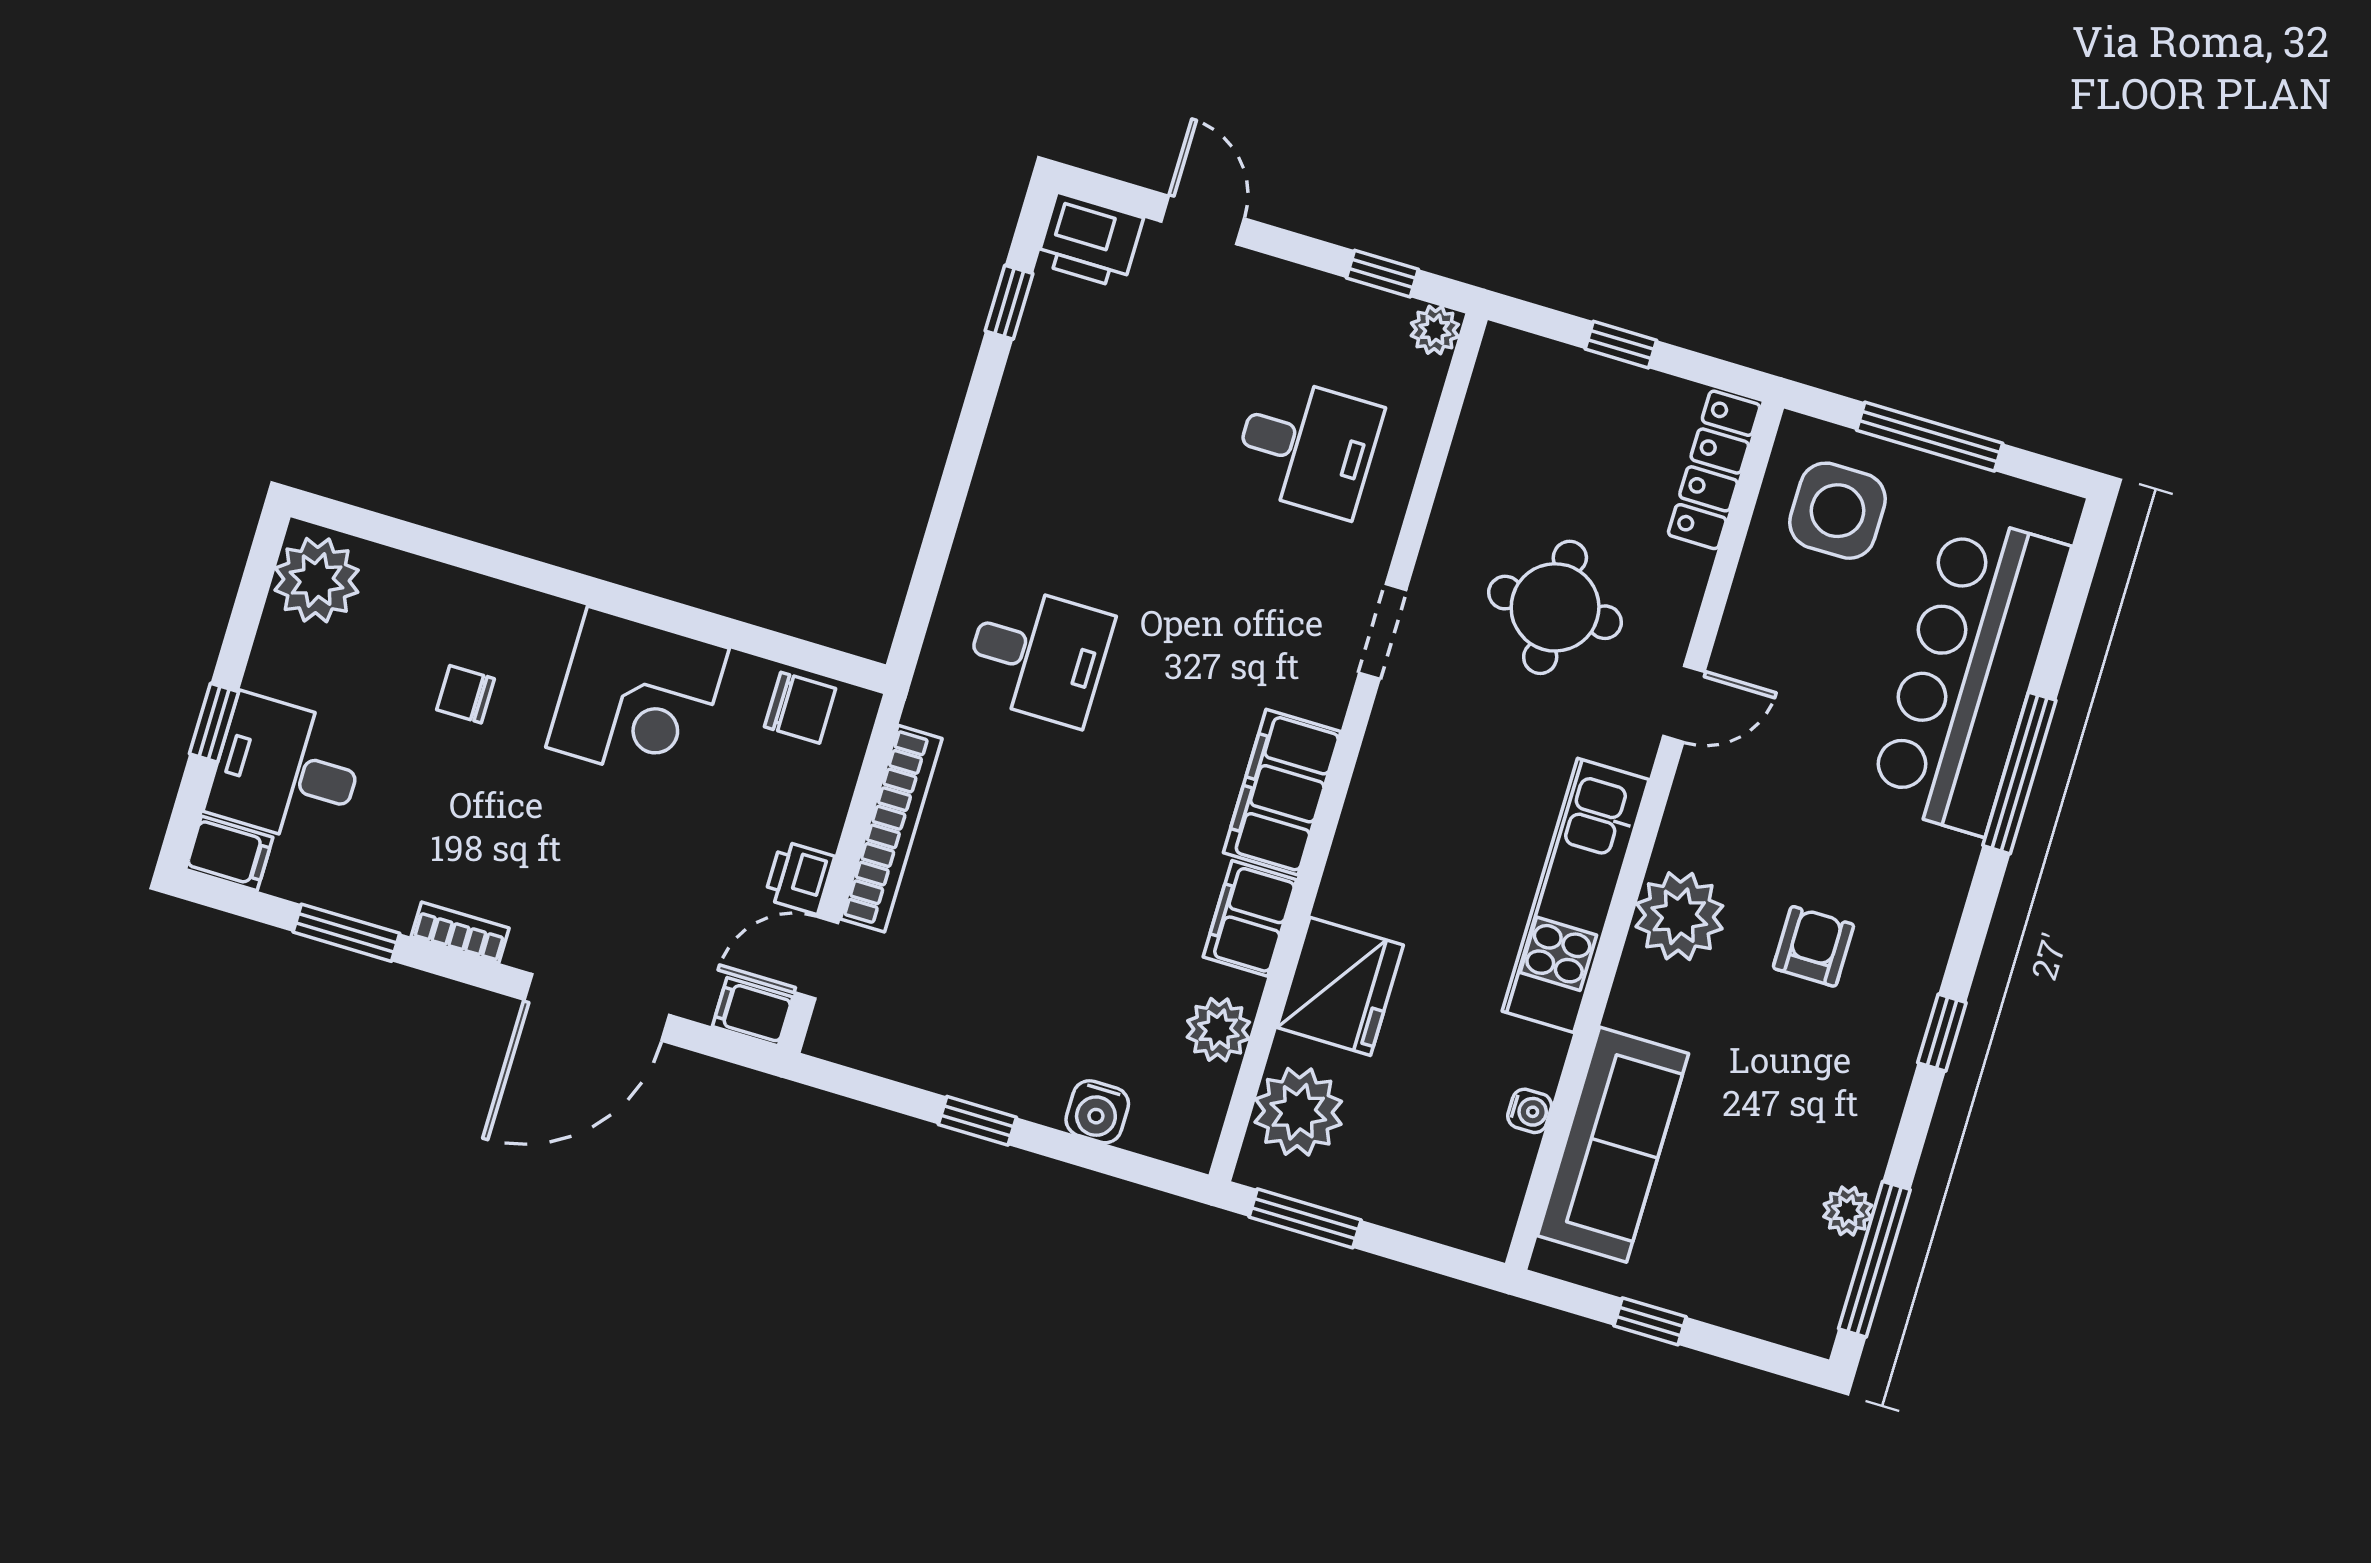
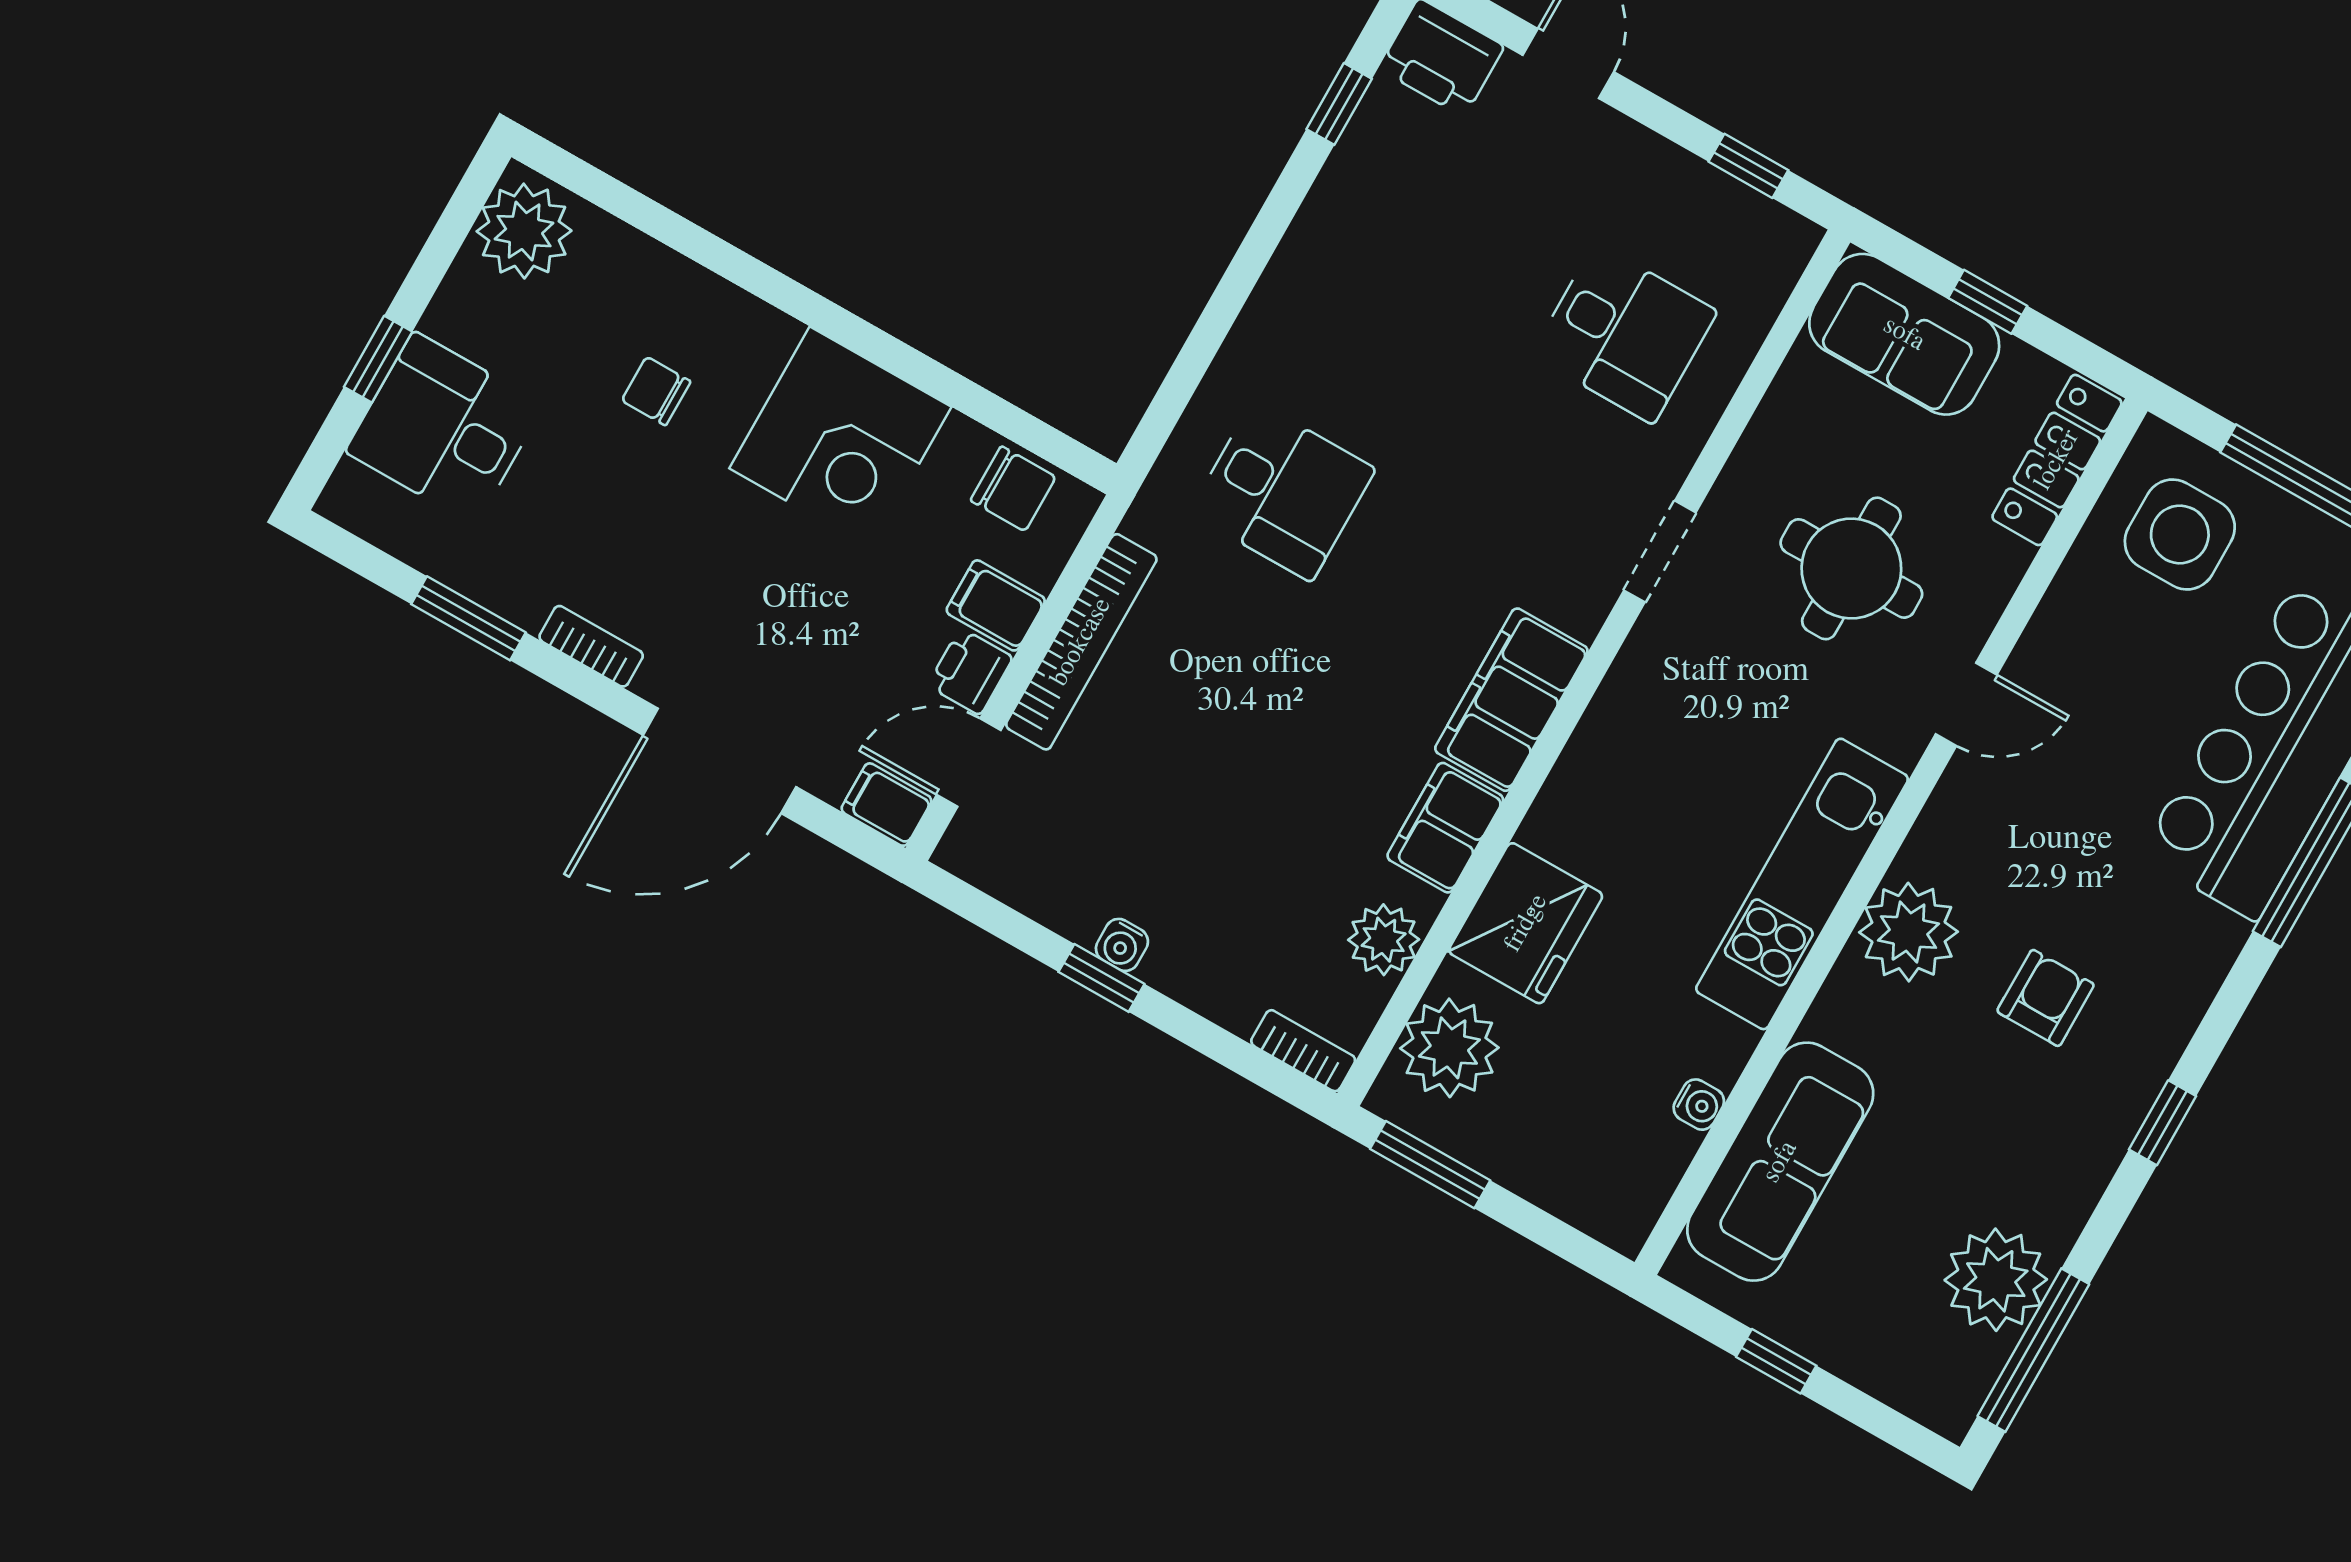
plant: (1435, 330) -> (1791, 240), removed
sofa: (1554, 390) -> (1904, 334), added
filing cabinet: (229, 853) -> (996, 605), moved, turned 180
water cooler: (1097, 1112) -> (1122, 945), moved, width x0.72, depth x0.72
bookcase: (1170, 1144) -> (1303, 1051), added
plant: (1848, 1211) -> (1996, 1280), width x1.88, depth x1.88

